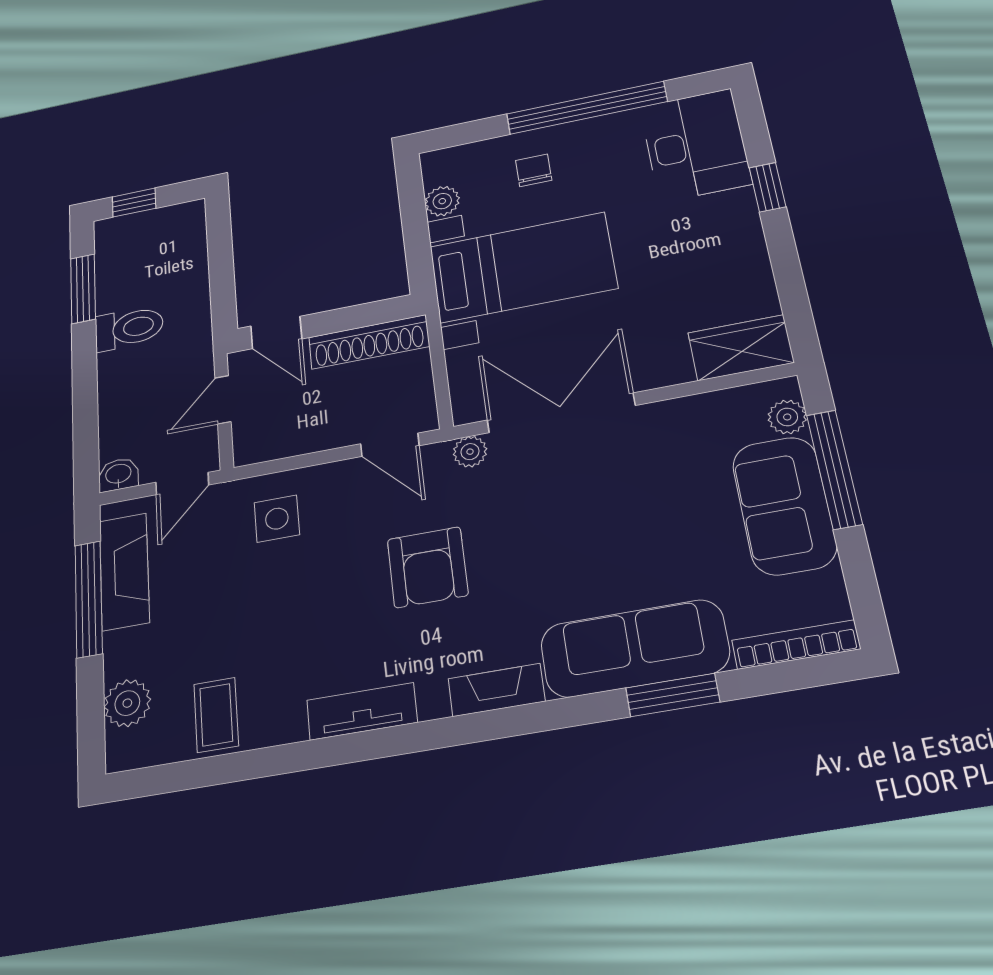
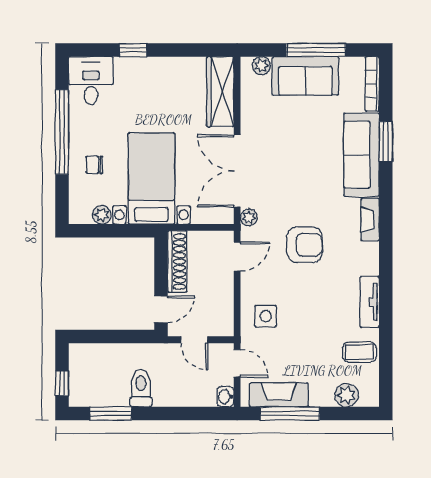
desk: (695, 145) -> (91, 81), width x0.73
wardrobe: (741, 348) -> (220, 92), width x1.50
window: (834, 469) -> (316, 50), moved
tv unit: (362, 711) -> (370, 302), moved

